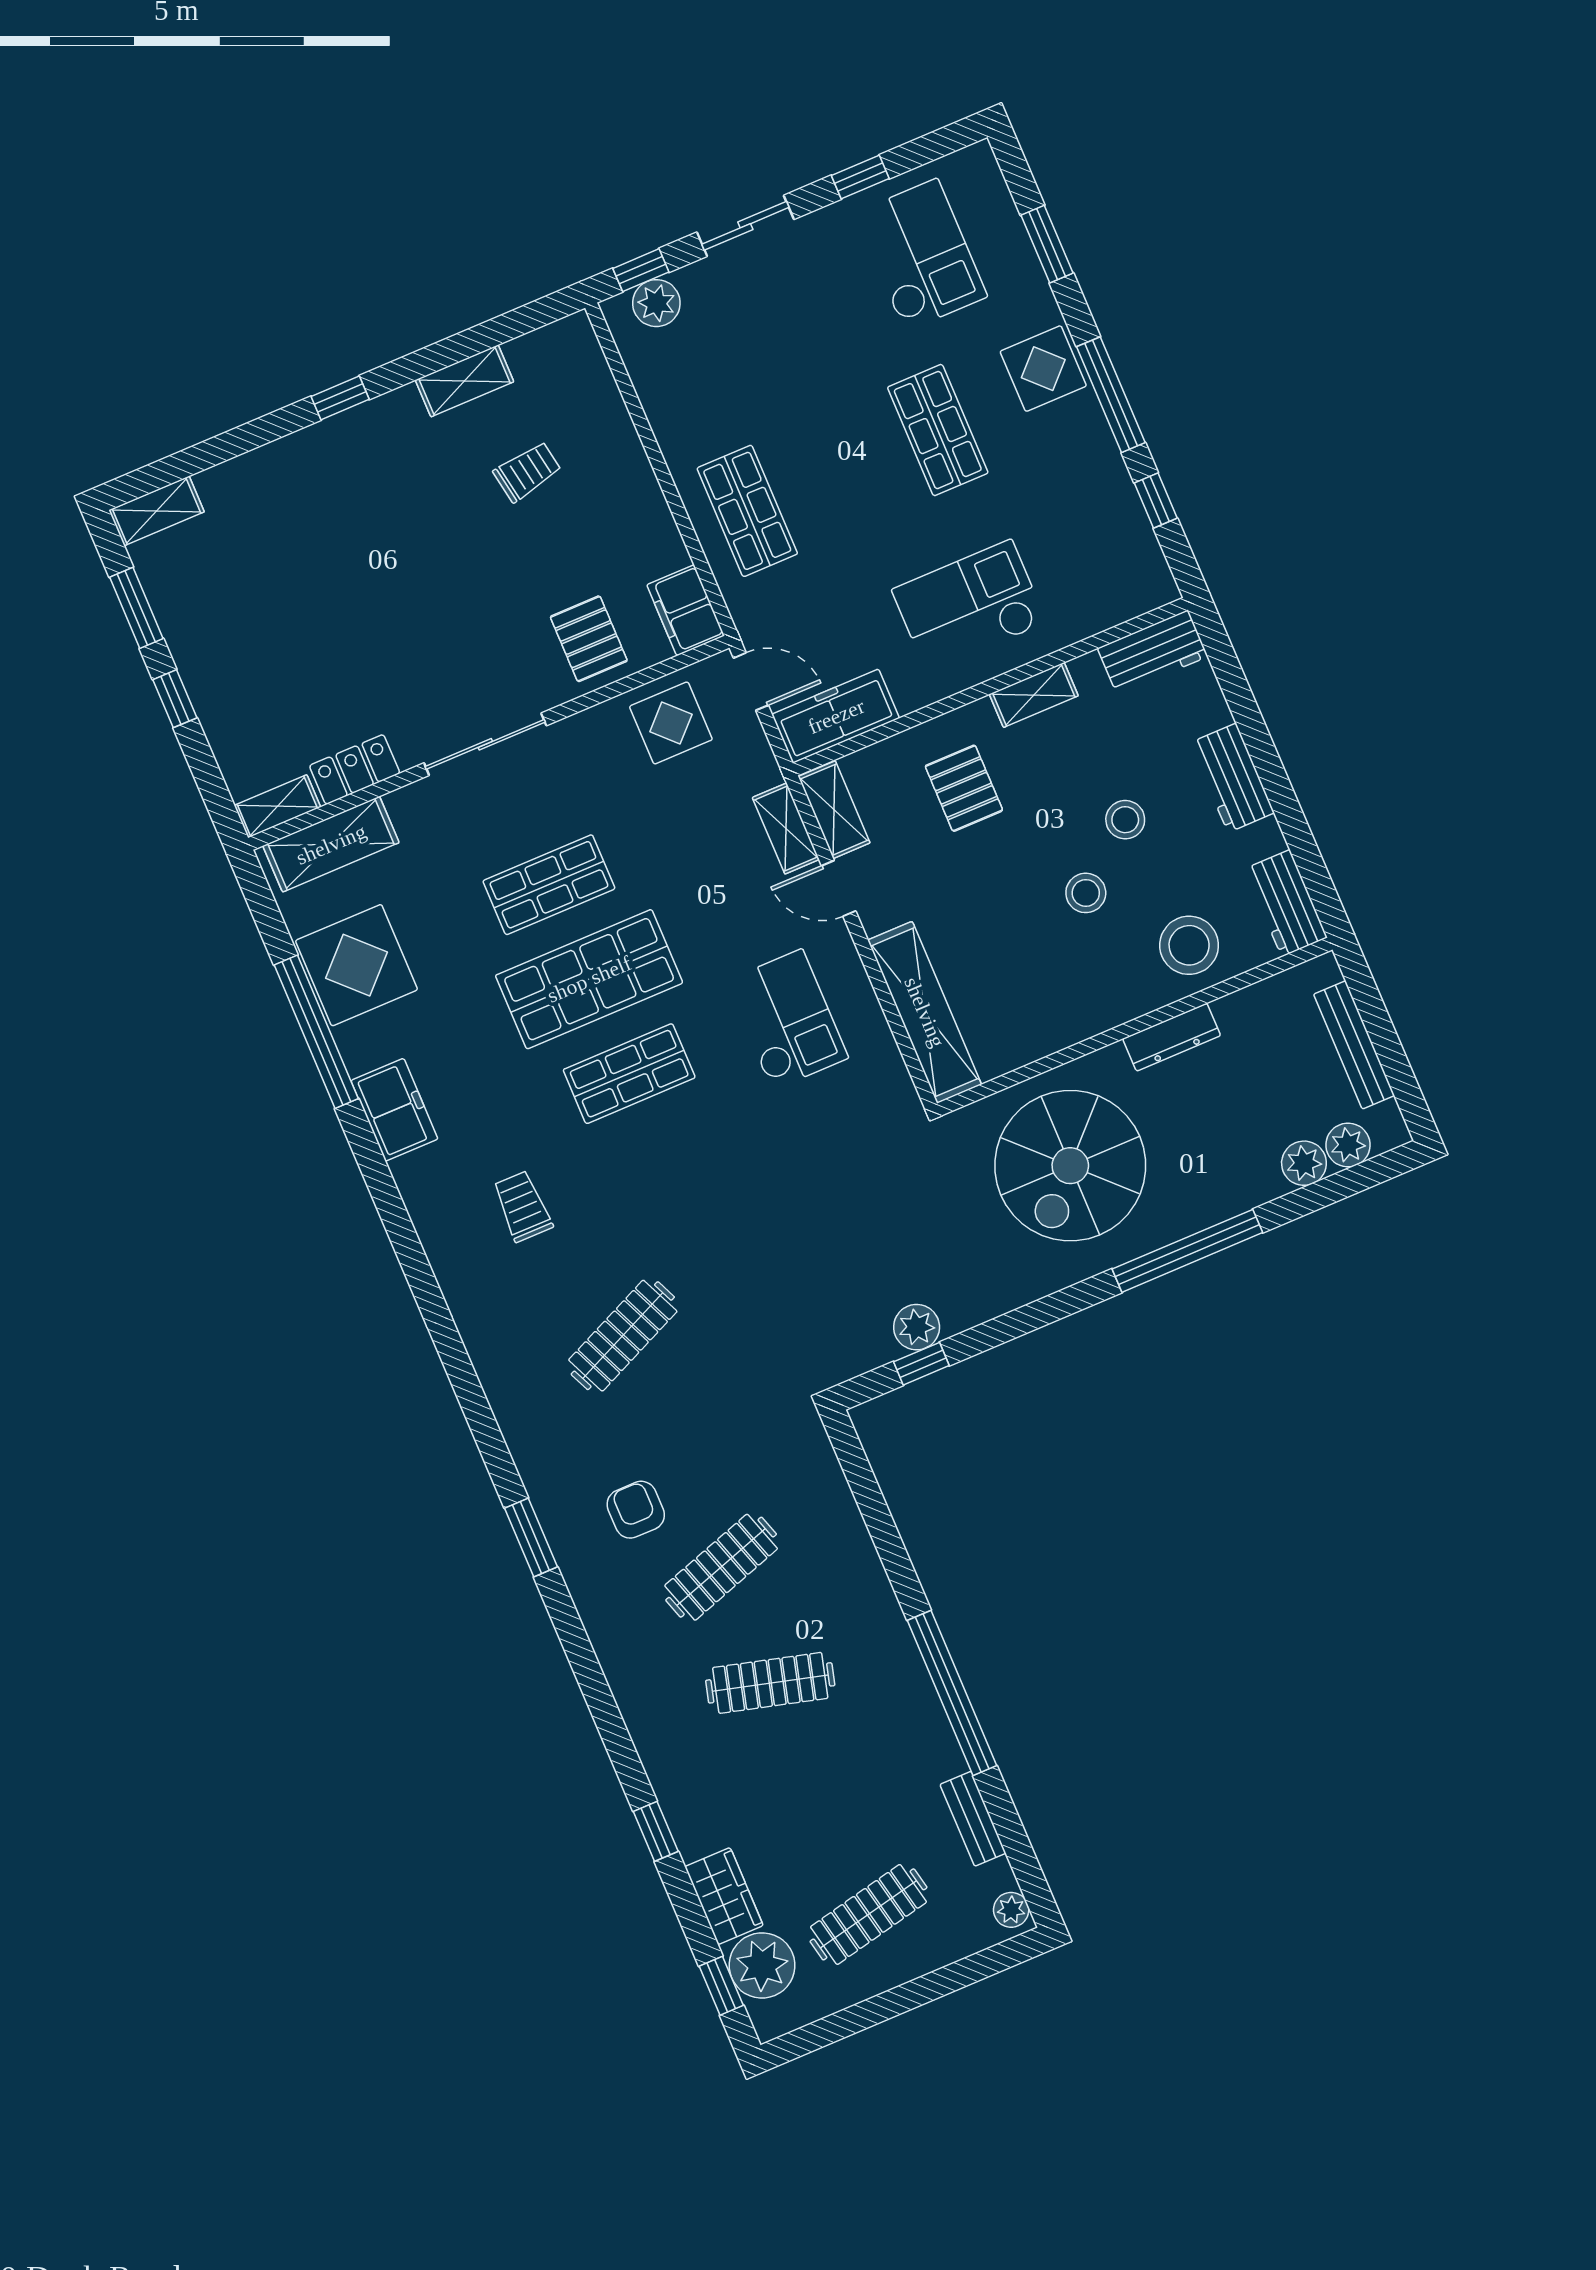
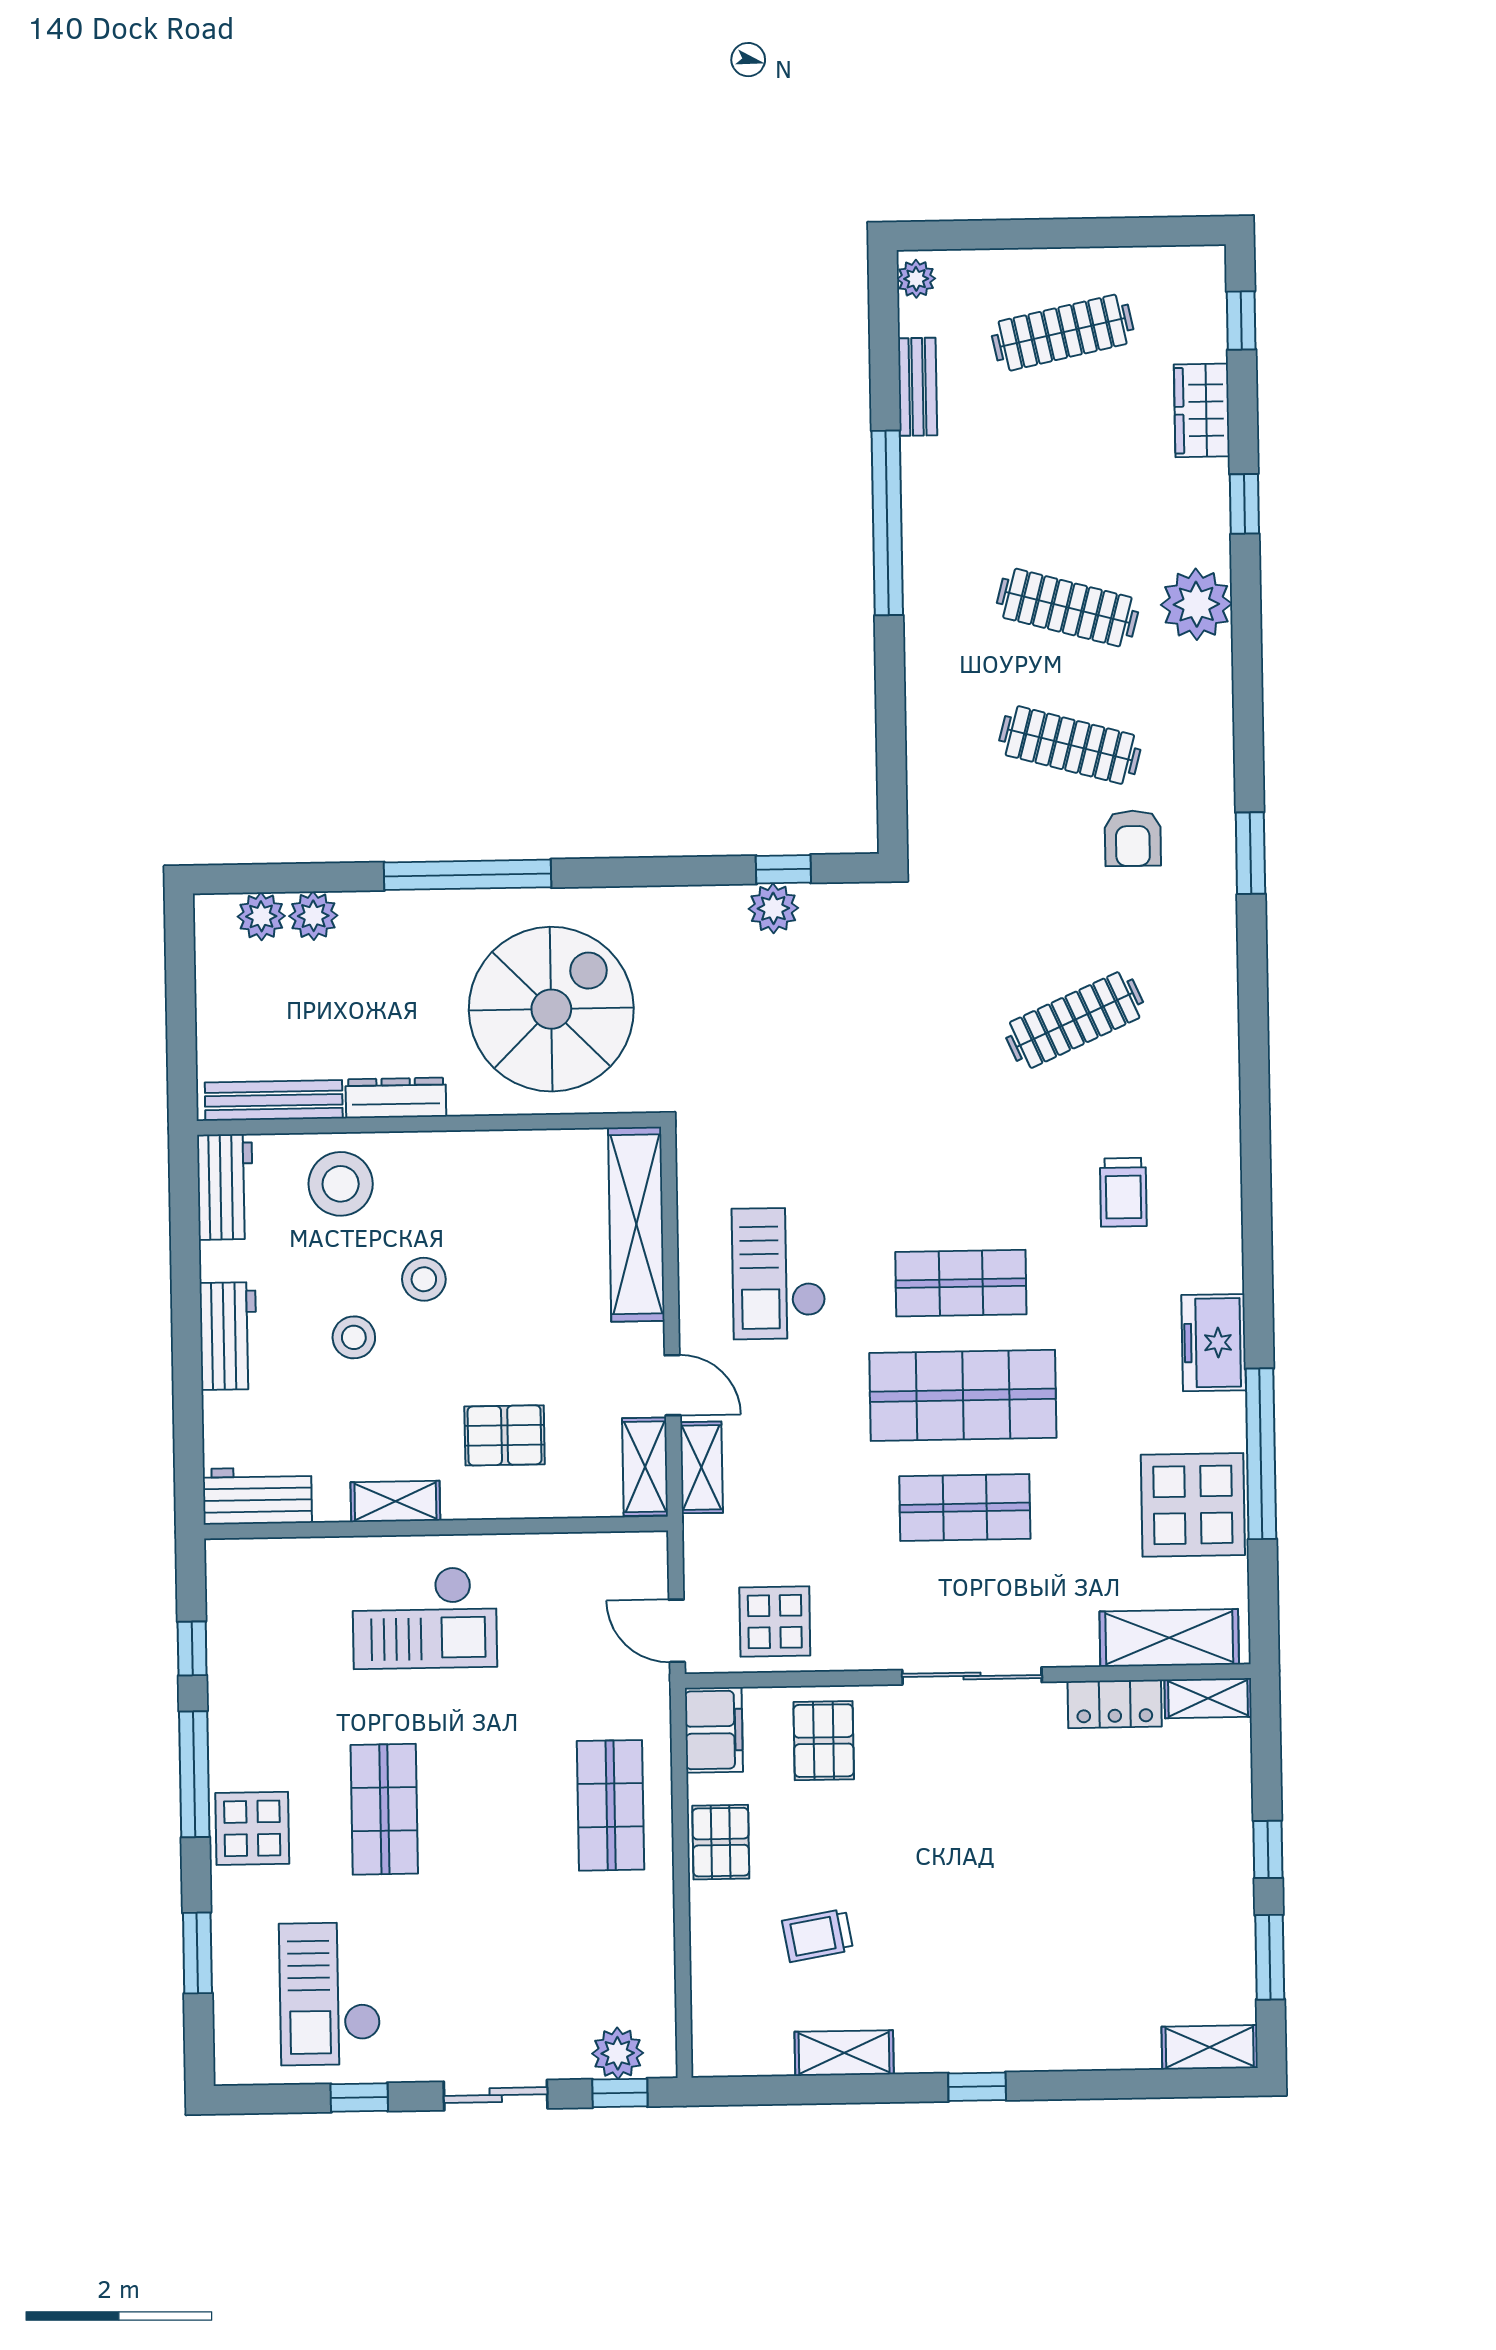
pallet: (641, 517) -> (721, 1842), added
freezer: (836, 716) -> (605, 1561), removed
pallet: (964, 788) -> (505, 1435), turned 90
bench: (1354, 1045) -> (274, 1100), moved, turned 90
clothes rail: (721, 1567) -> (1070, 745), turned 33
plant: (762, 1965) -> (1196, 604), moved

